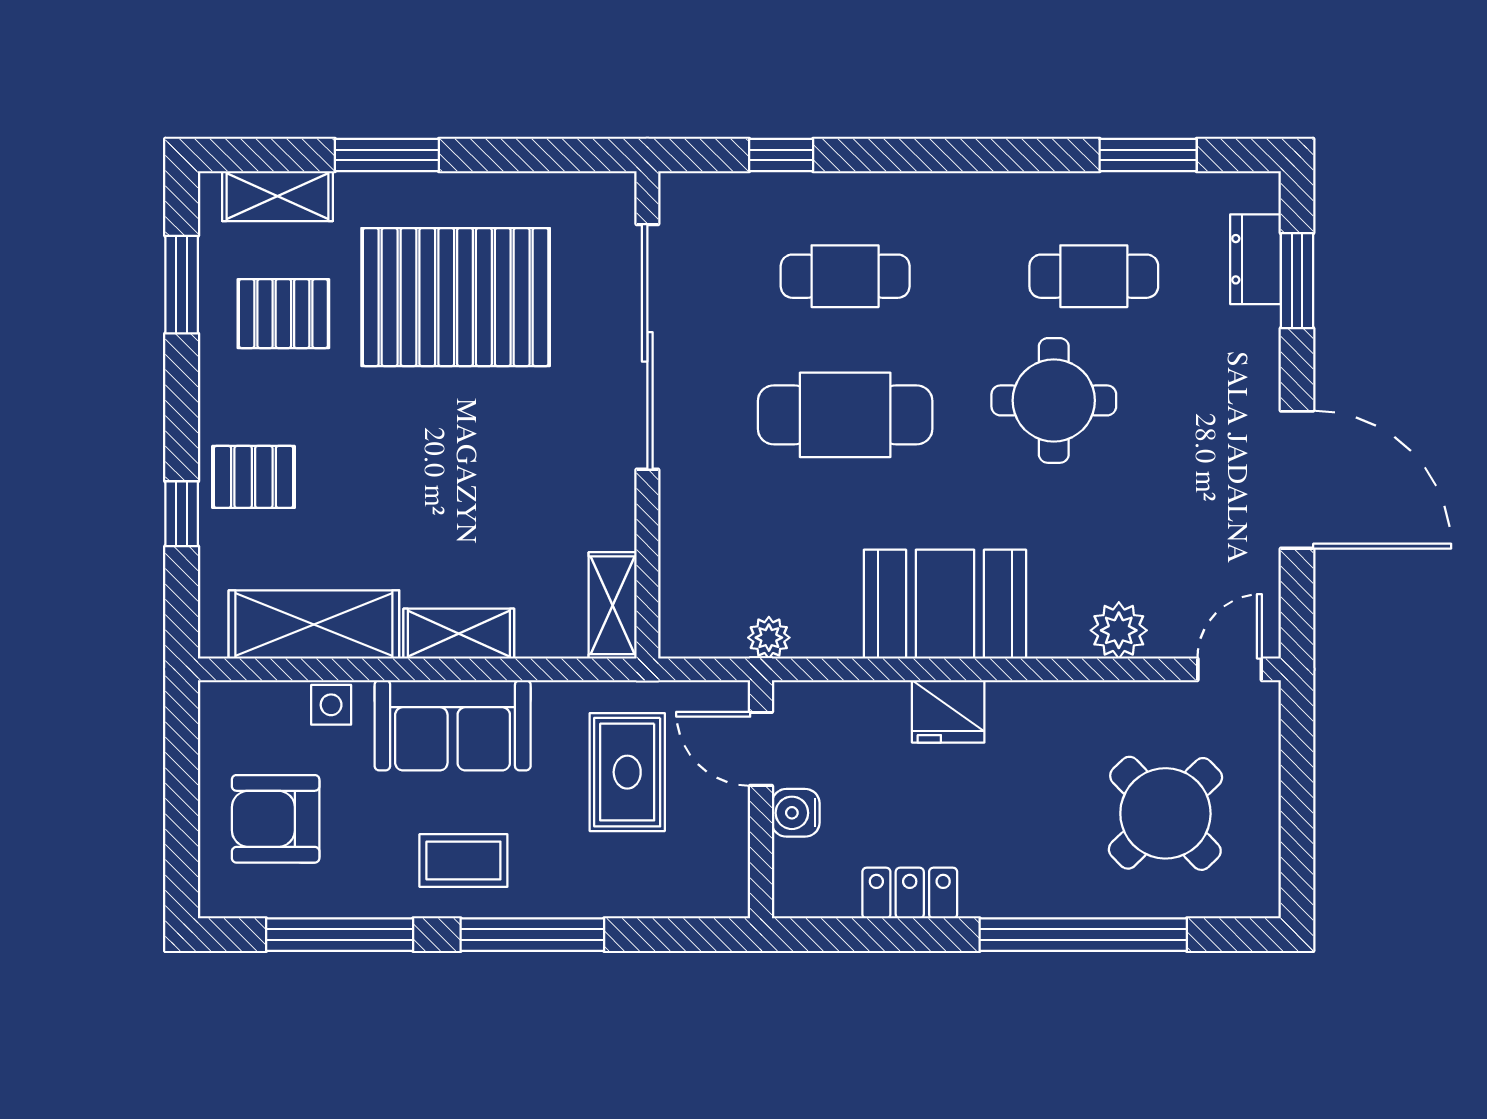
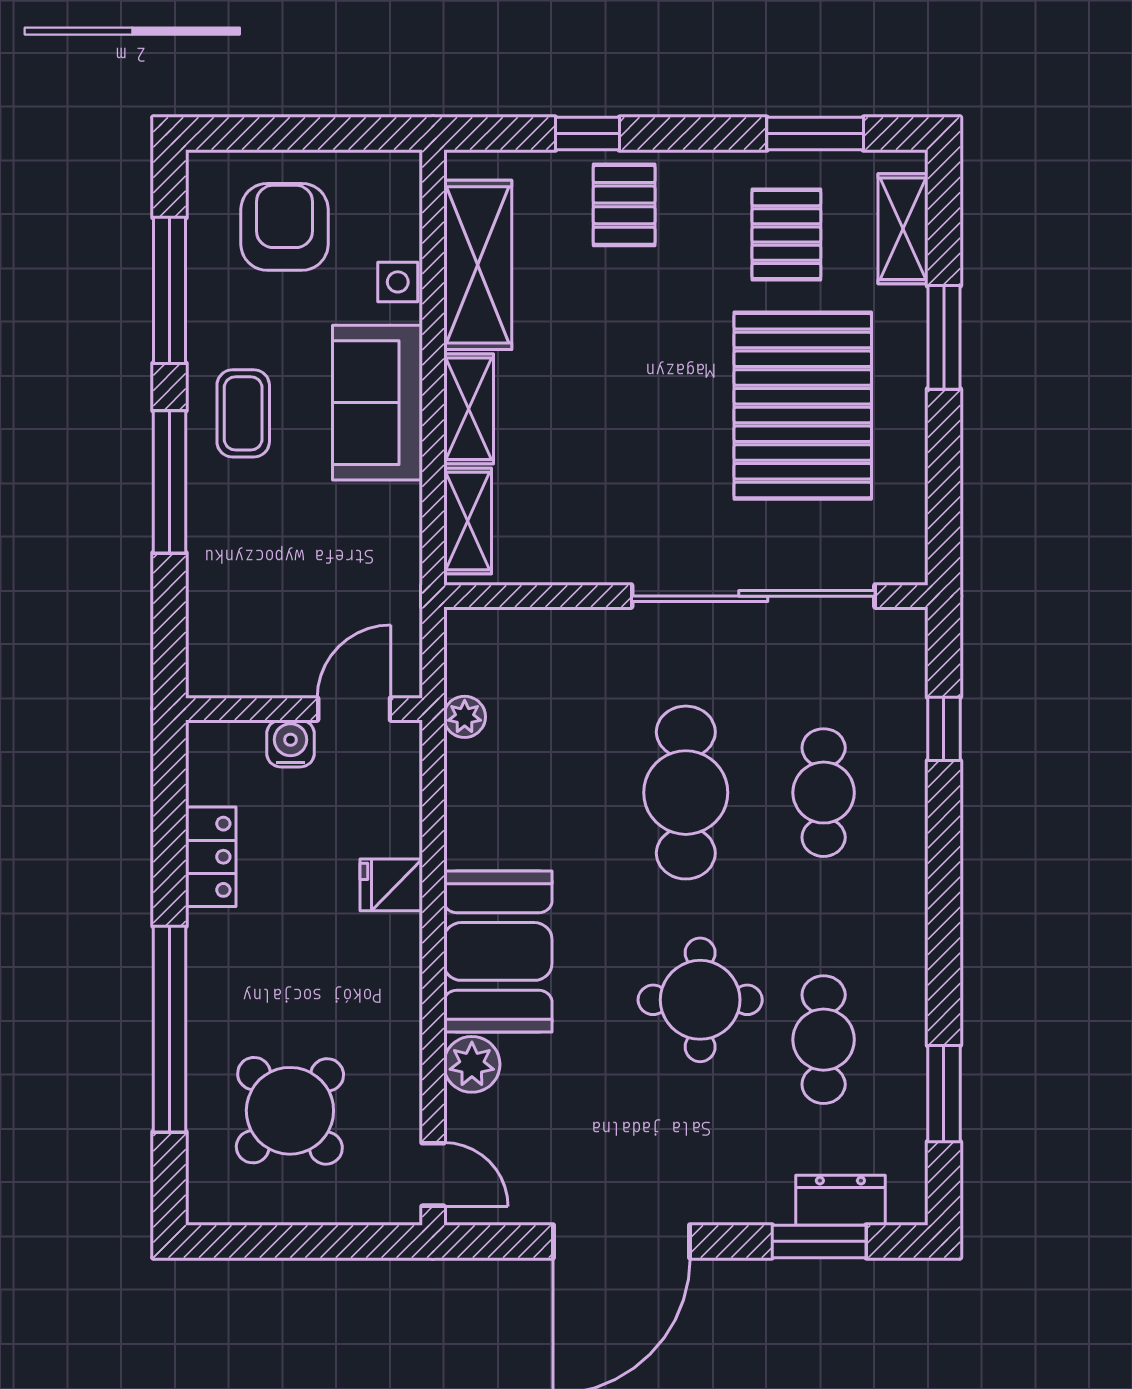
booth: (945, 604) -> (498, 951), moved
shelving: (613, 605) -> (468, 521), moved, turned 90
fridge: (948, 711) -> (391, 885), width x0.72
rug: (627, 772) -> (331, 576), removed

